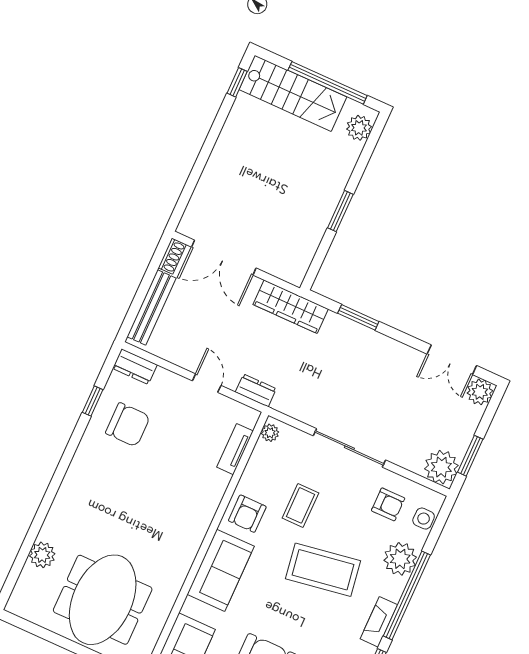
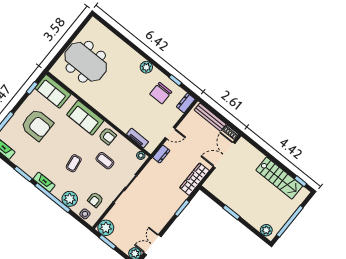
stairs: (293, 93) -> (279, 178), moved, turned -90
armchair: (247, 514) -> (107, 136), turned 180
plant: (42, 555) -> (146, 67), moved
coffee table: (323, 570) -> (74, 163), width x0.54, depth x0.58

